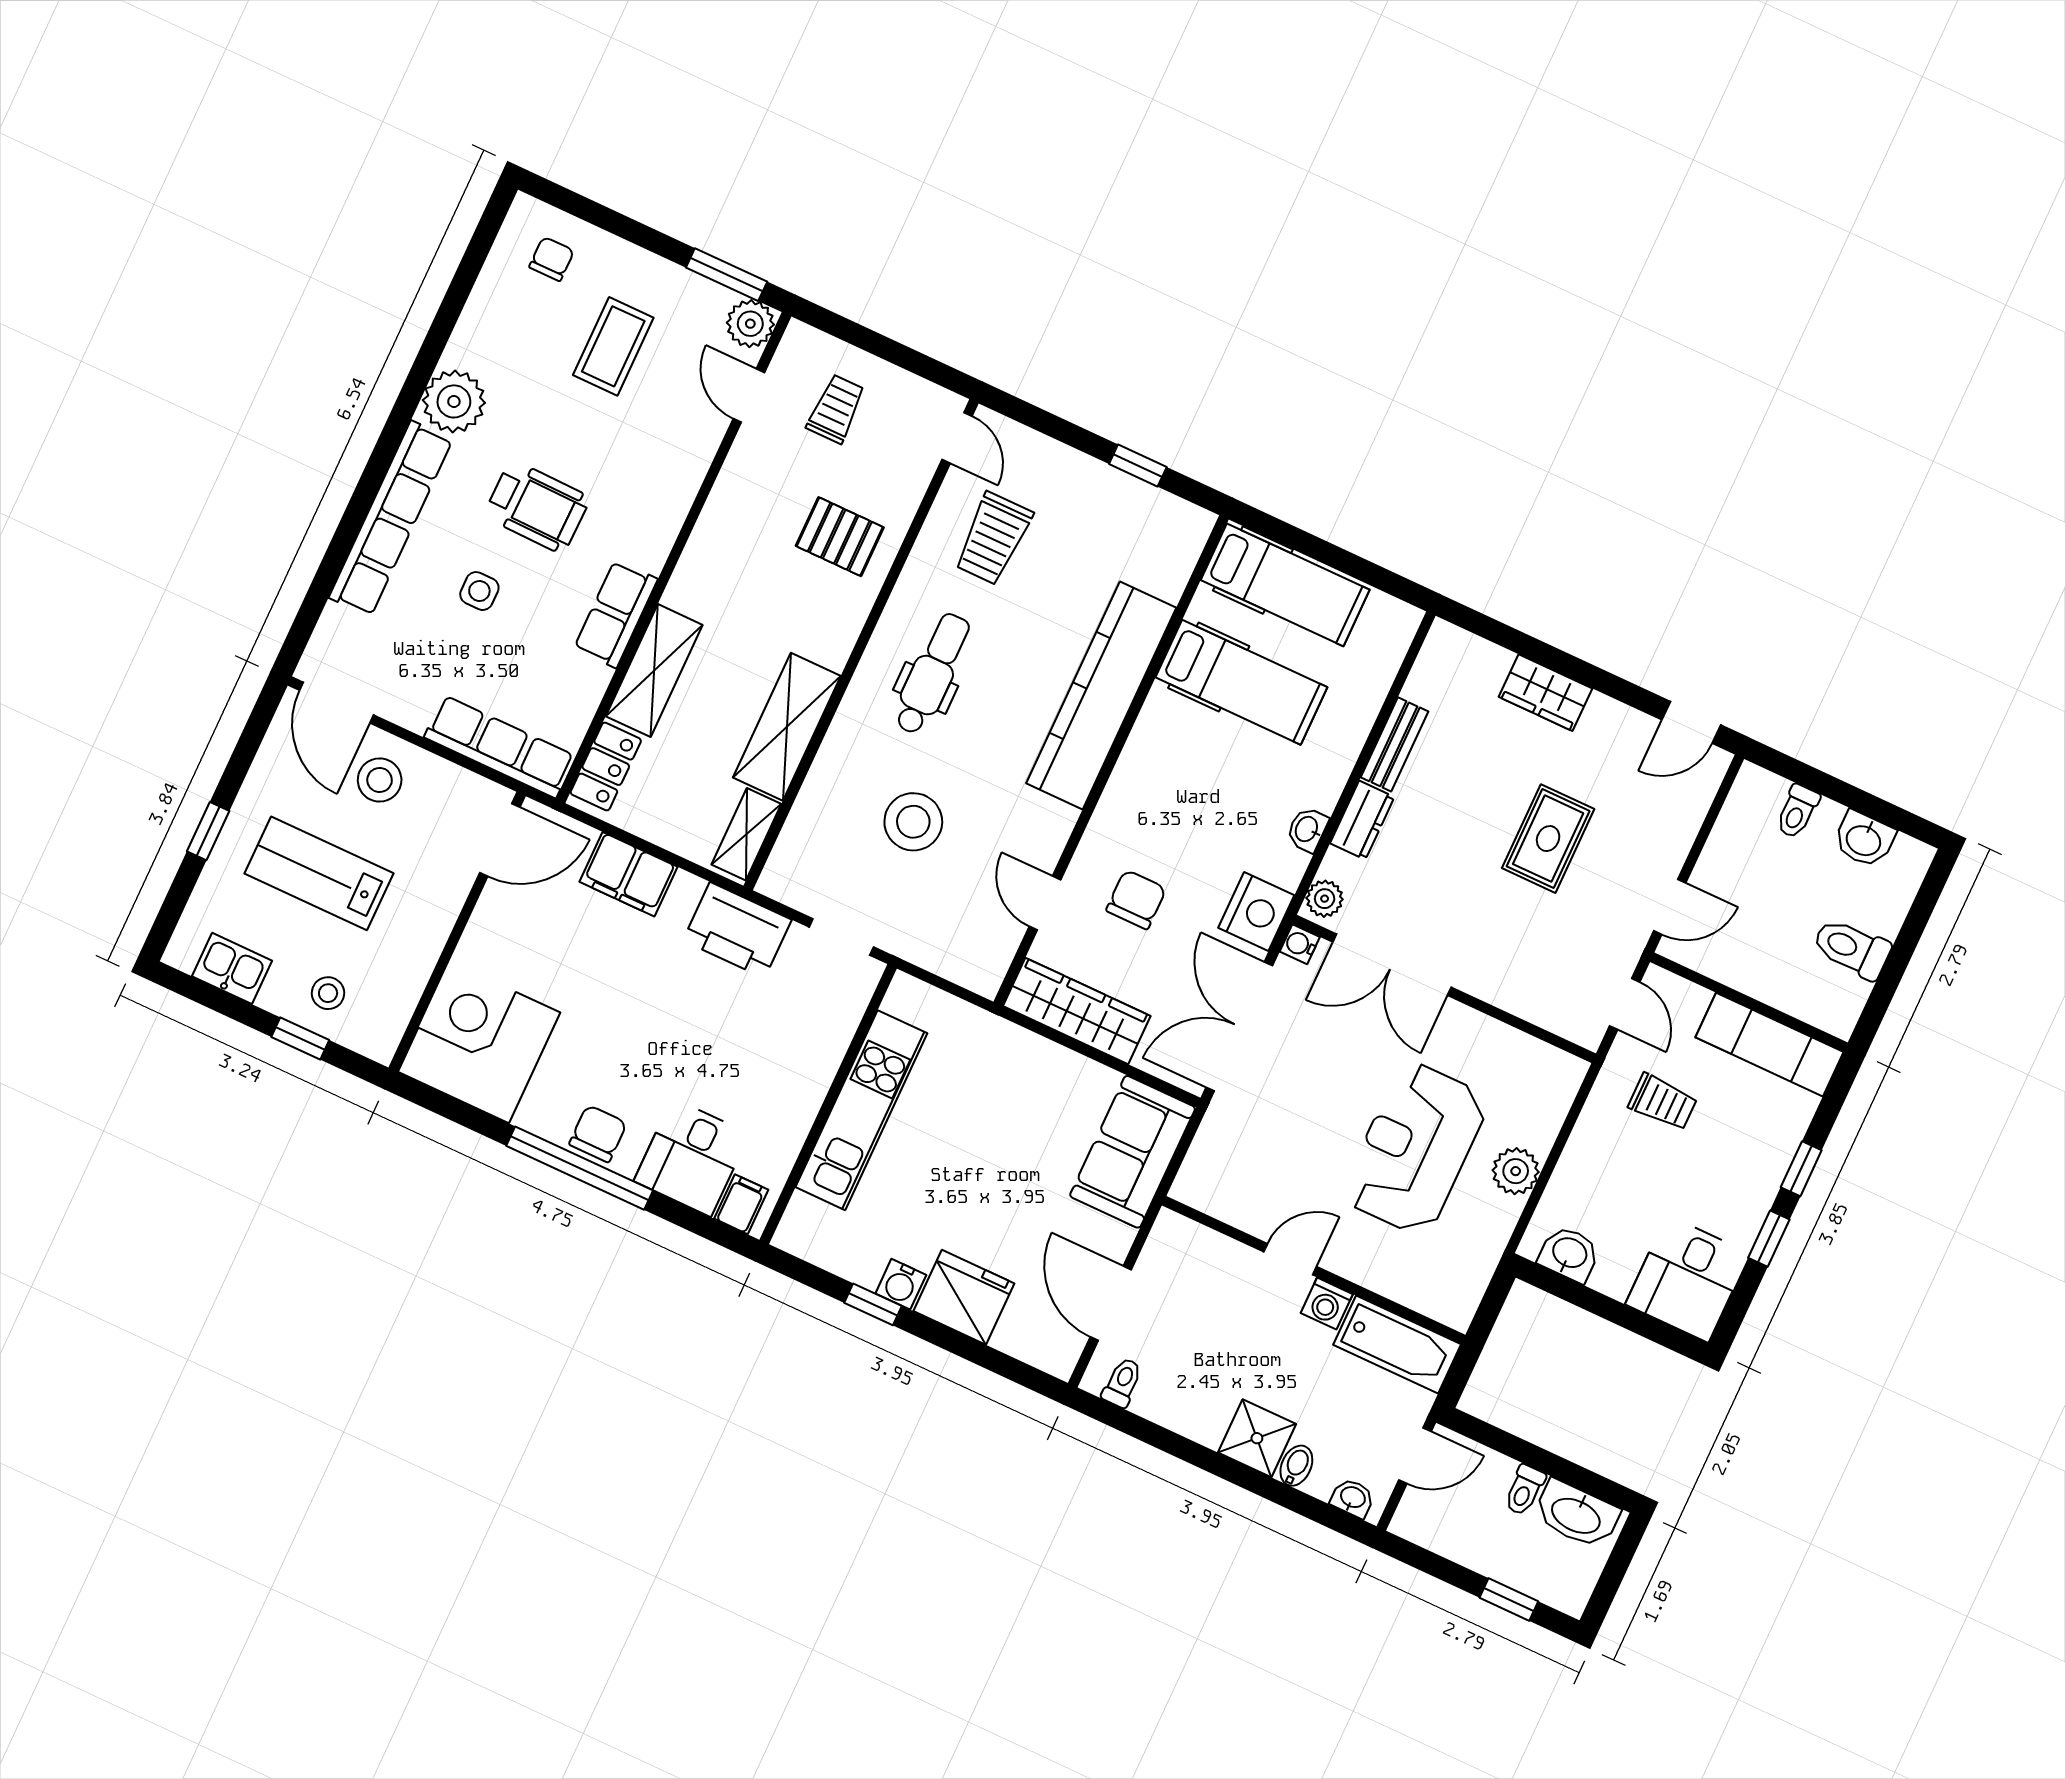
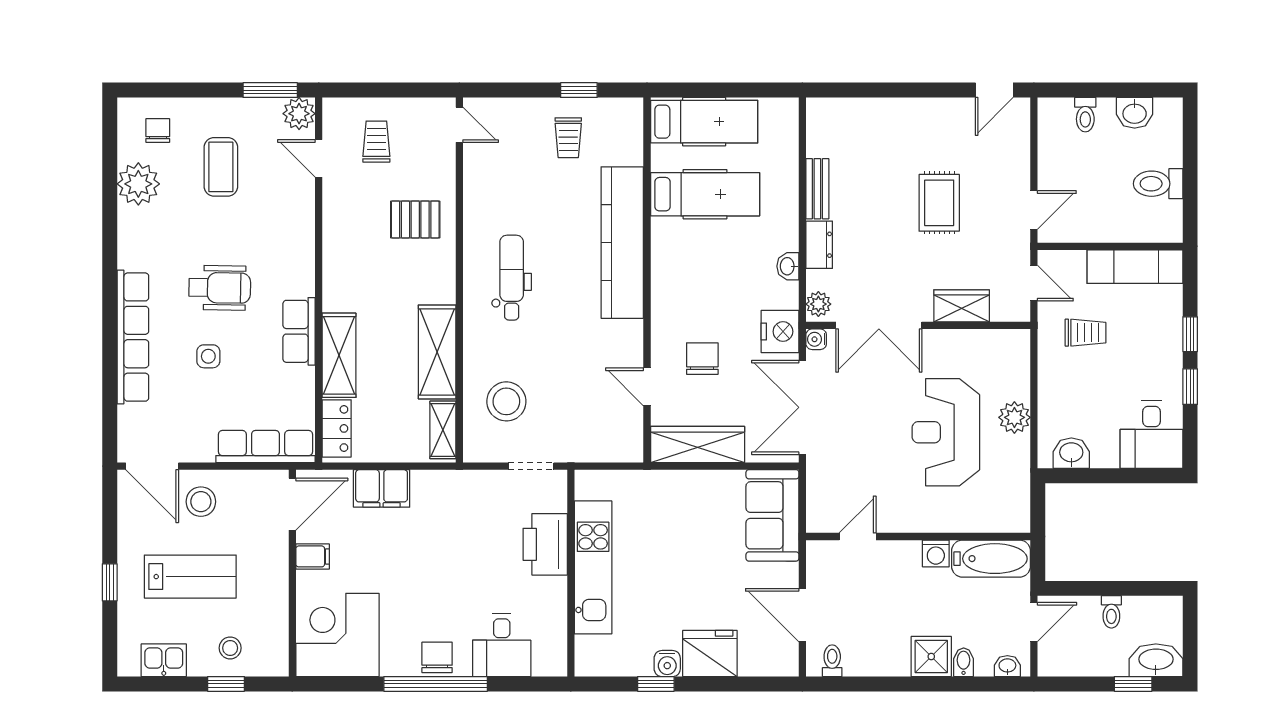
plant: (454, 401) -> (138, 184), moved
trolley: (993, 539) -> (568, 138), moved, width x0.73, depth x0.72
wardrobe: (1545, 693) -> (962, 306), moved, turned 180
stool: (913, 822) -> (506, 401), moved
lab bench: (319, 873) -> (190, 577), turned 180
printer: (737, 930) -> (545, 544), moved, turned 90
filing cabinet: (741, 1204) -> (313, 556), moved, turned 90
door: (1290, 1259) -> (858, 537), moved
washbasin: (1576, 1515) -> (1156, 660), moved, turned 180

